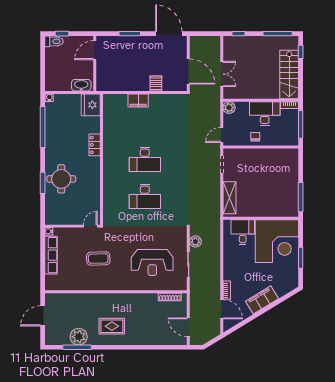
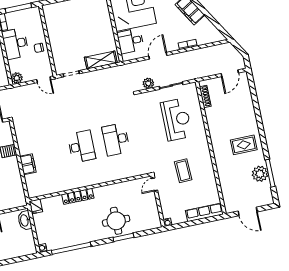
fridge: (91, 105) -> (36, 206), width x0.53, depth x0.75
locker: (95, 145) -> (78, 196), width x1.53
desk: (145, 196) -> (116, 139), turned 180
door: (90, 226) -> (154, 184), hinge flipped
row of seats: (51, 255) -> (204, 212), moved
door: (222, 309) -> (158, 56), moved
rug: (112, 326) -> (244, 145), turned 90

